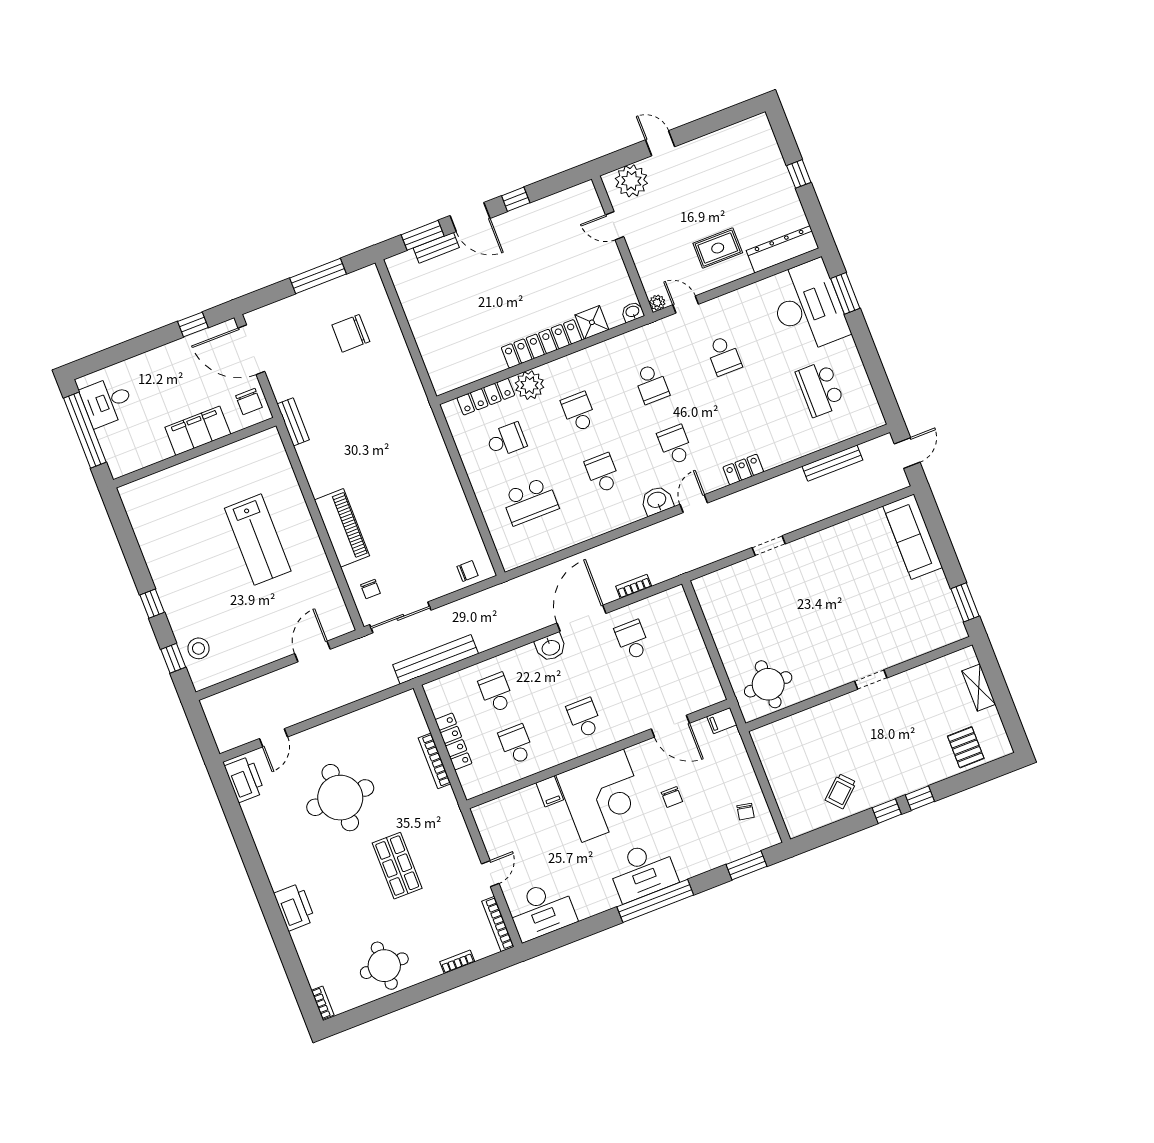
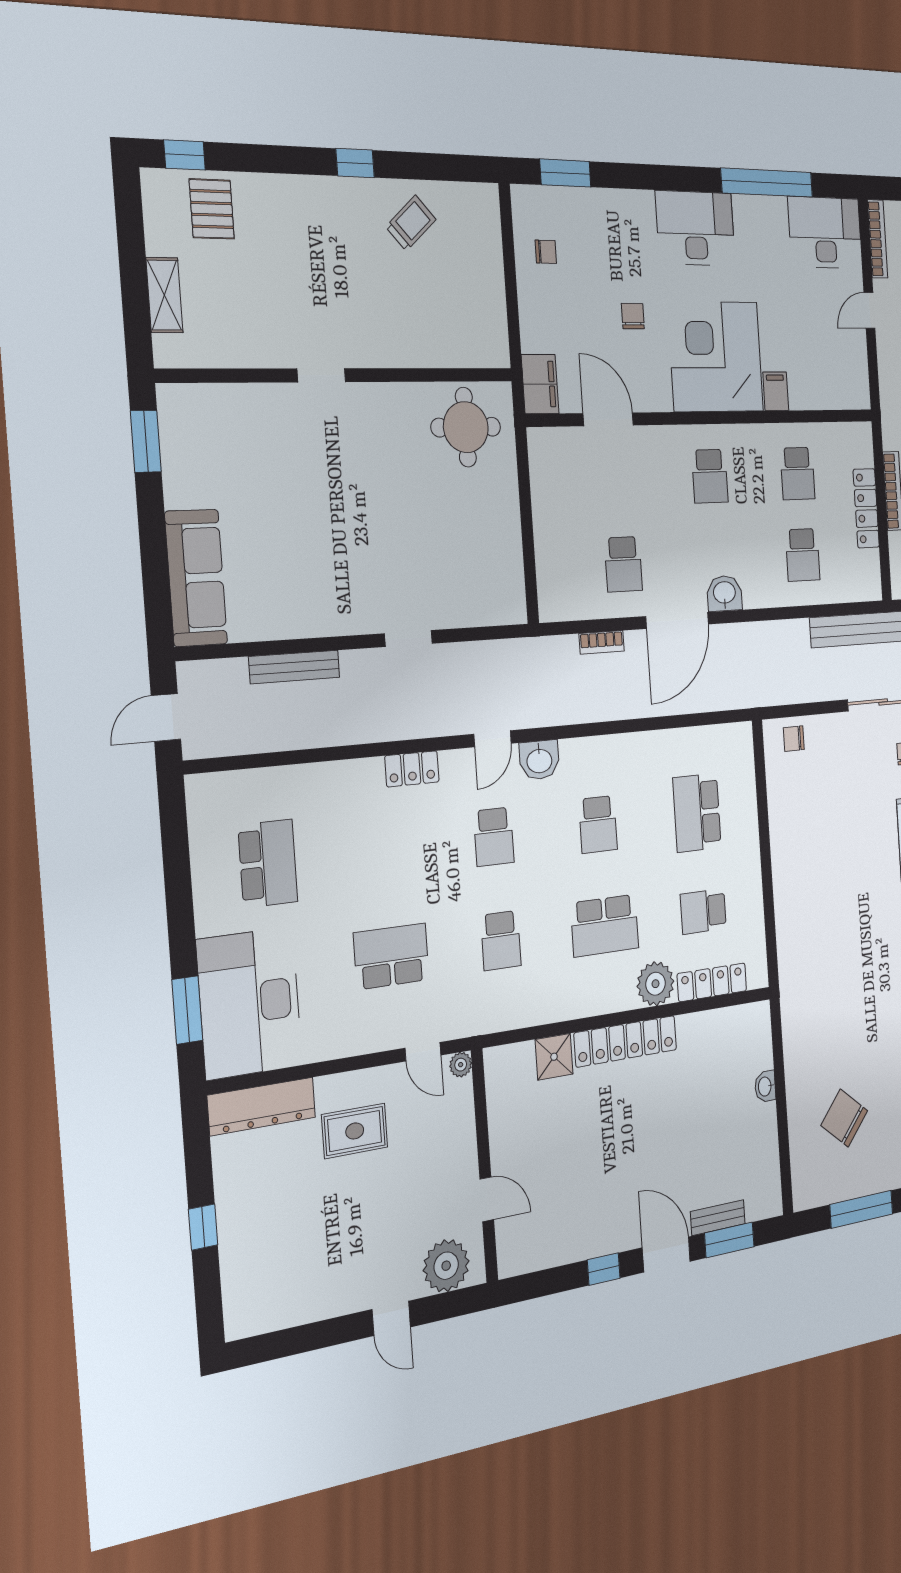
washbasin: (633, 312) -> (765, 1086), moved, turned 90
chair: (351, 333) -> (844, 1118), turned -140
school desk: (724, 356) -> (391, 956), width x1.85
school desk: (651, 384) -> (501, 941), turned 180
school desk: (579, 412) -> (605, 926), width x1.85
bench: (832, 463) -> (294, 667), moved
school desk: (530, 501) -> (697, 813), turned -90
filing cabinet: (722, 721) -> (540, 384), width x2.00
window: (920, 798) -> (184, 155), moved
chair: (746, 812) -> (546, 252), turned 79
window: (655, 901) -> (767, 183), moved

